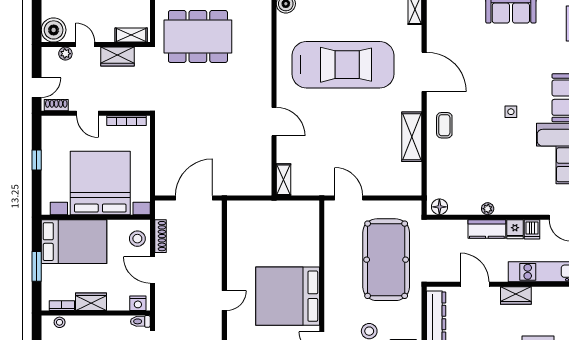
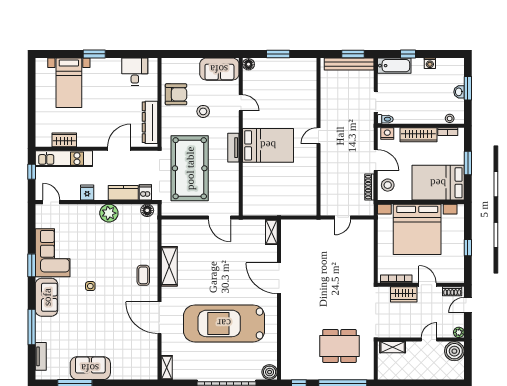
dining table: (198, 36) -> (339, 346), width x0.73, depth x0.80
door: (85, 45) -> (429, 340), swing flipped
plant: (65, 54) -> (459, 332), moved
wardrobe: (117, 57) -> (404, 294), moved, turned 180
door: (274, 122) -> (279, 278), width x1.36
door: (194, 198) -> (343, 217), width x0.53
plant: (488, 209) -> (109, 213), width x1.87, depth x1.87
kitchen counter: (487, 229) -> (123, 193), moved
dishwasher: (532, 229) -> (145, 192), moved
door: (475, 284) -> (119, 149), swing flipped
tv unit: (331, 286) -> (233, 148), added
wardrobe: (516, 295) -> (64, 140), moved
bed: (288, 296) -> (268, 145), width x0.73
wardrobe: (91, 302) -> (418, 135), width x1.50

